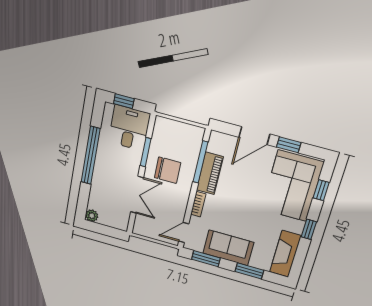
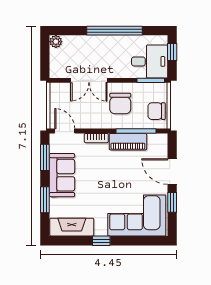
chair: (184, 135) -> (157, 111), added
window: (146, 152) -> (151, 80), moved
window: (321, 190) -> (140, 241), removed

